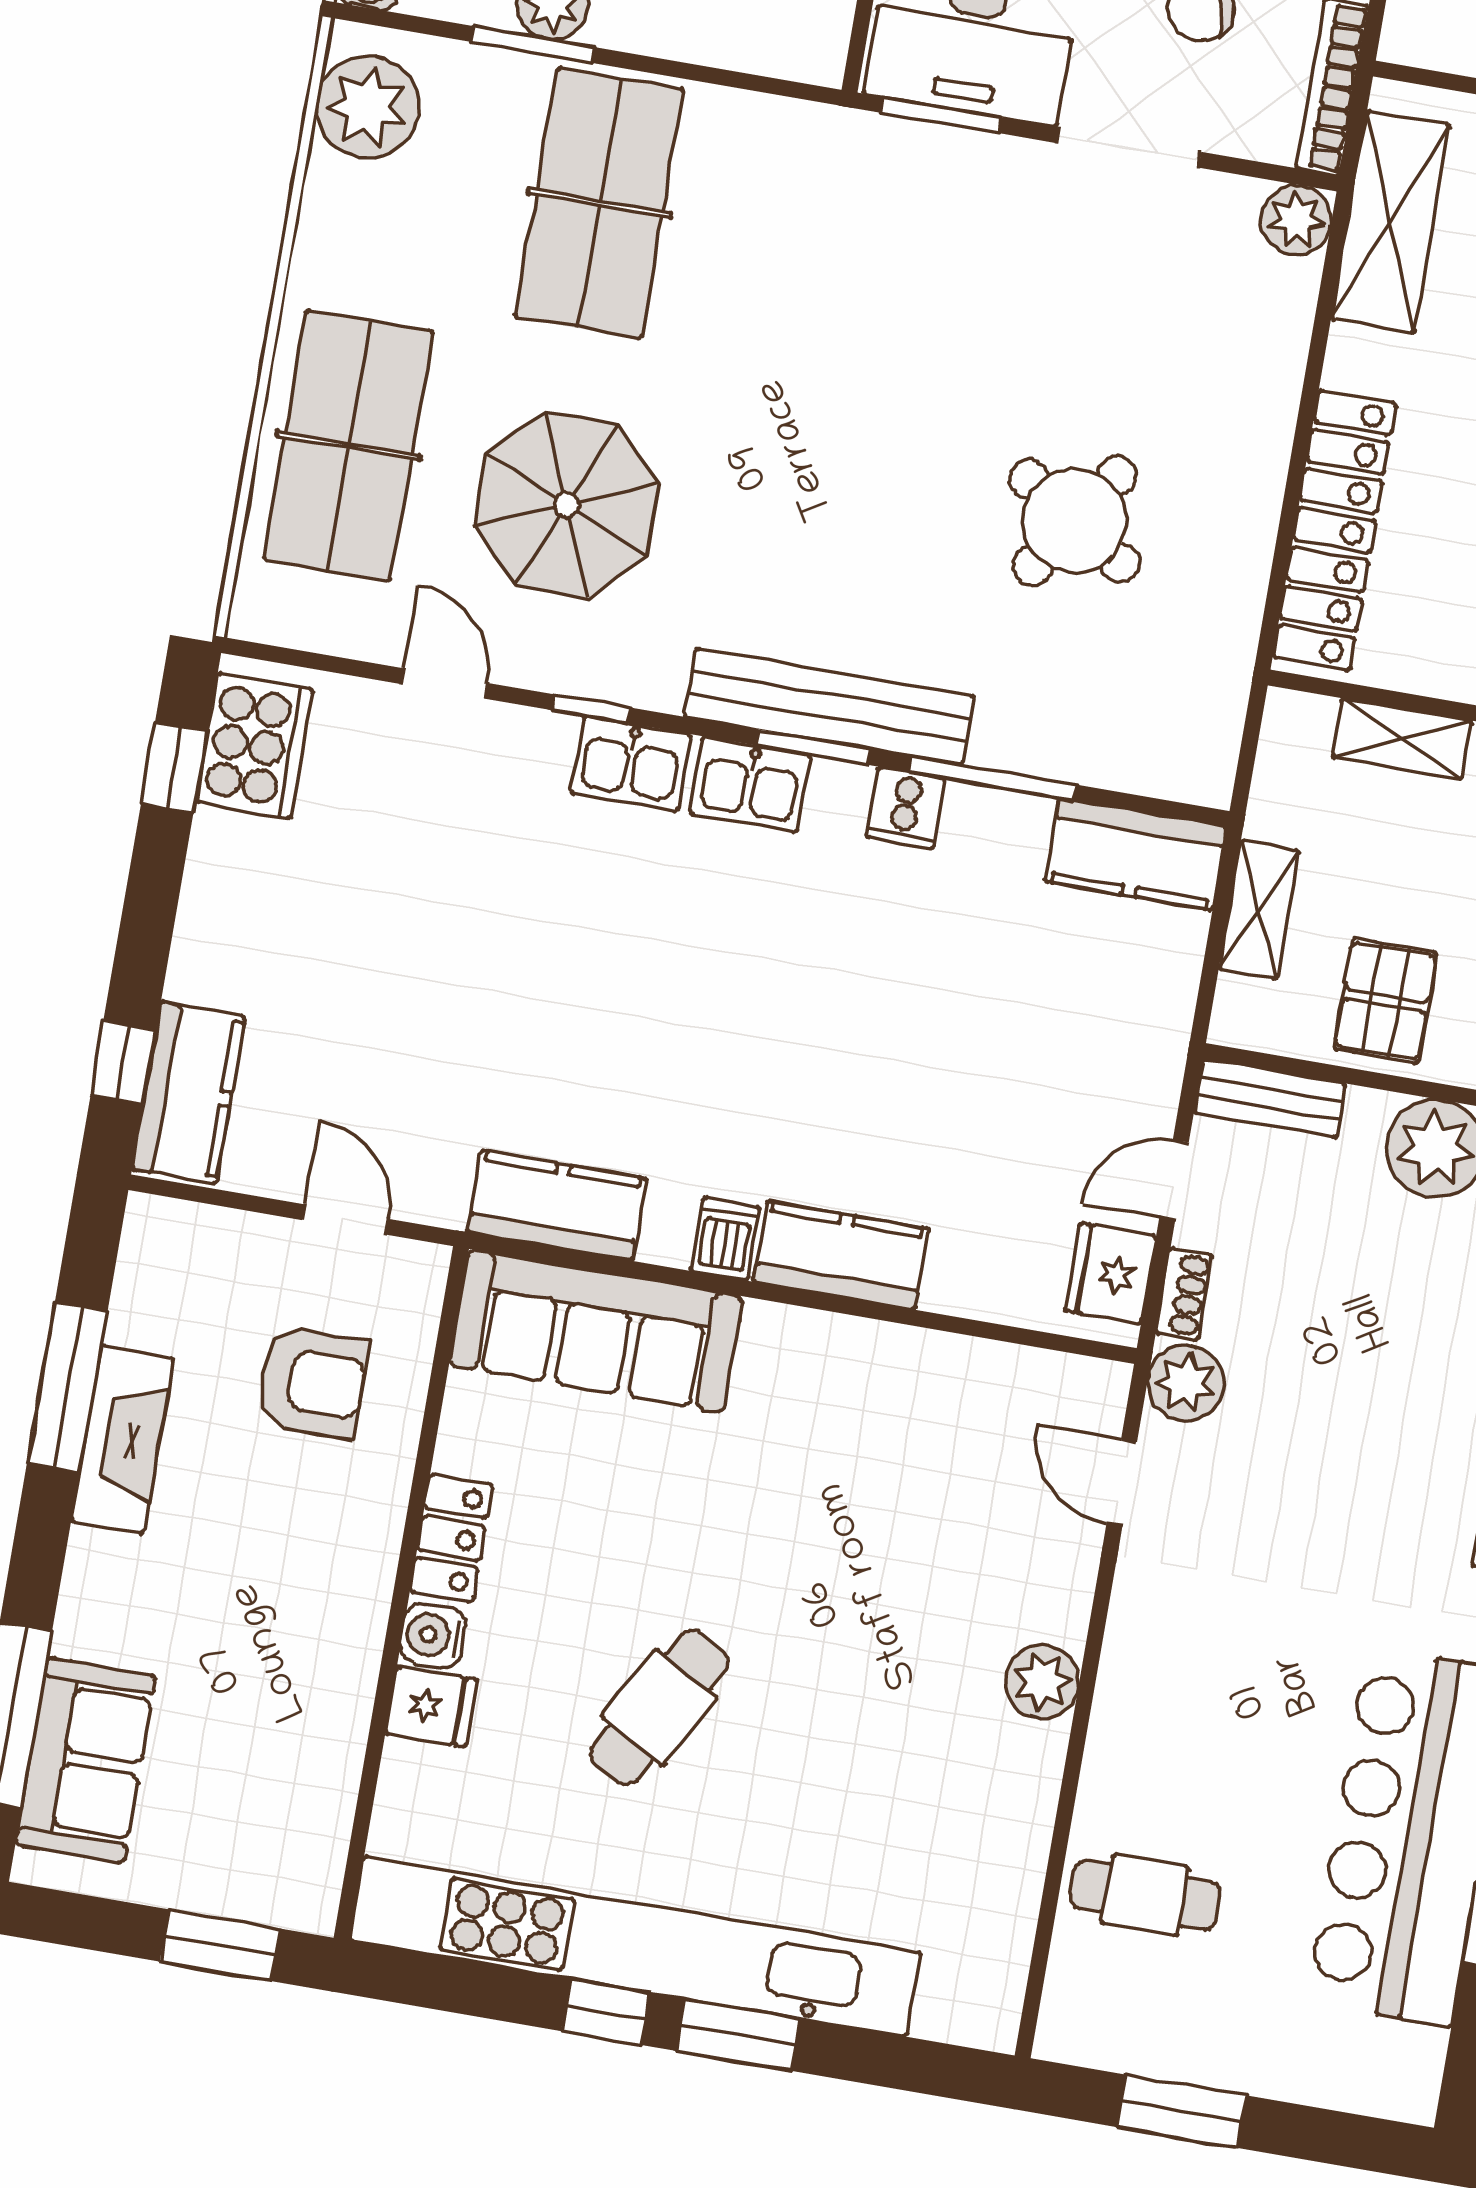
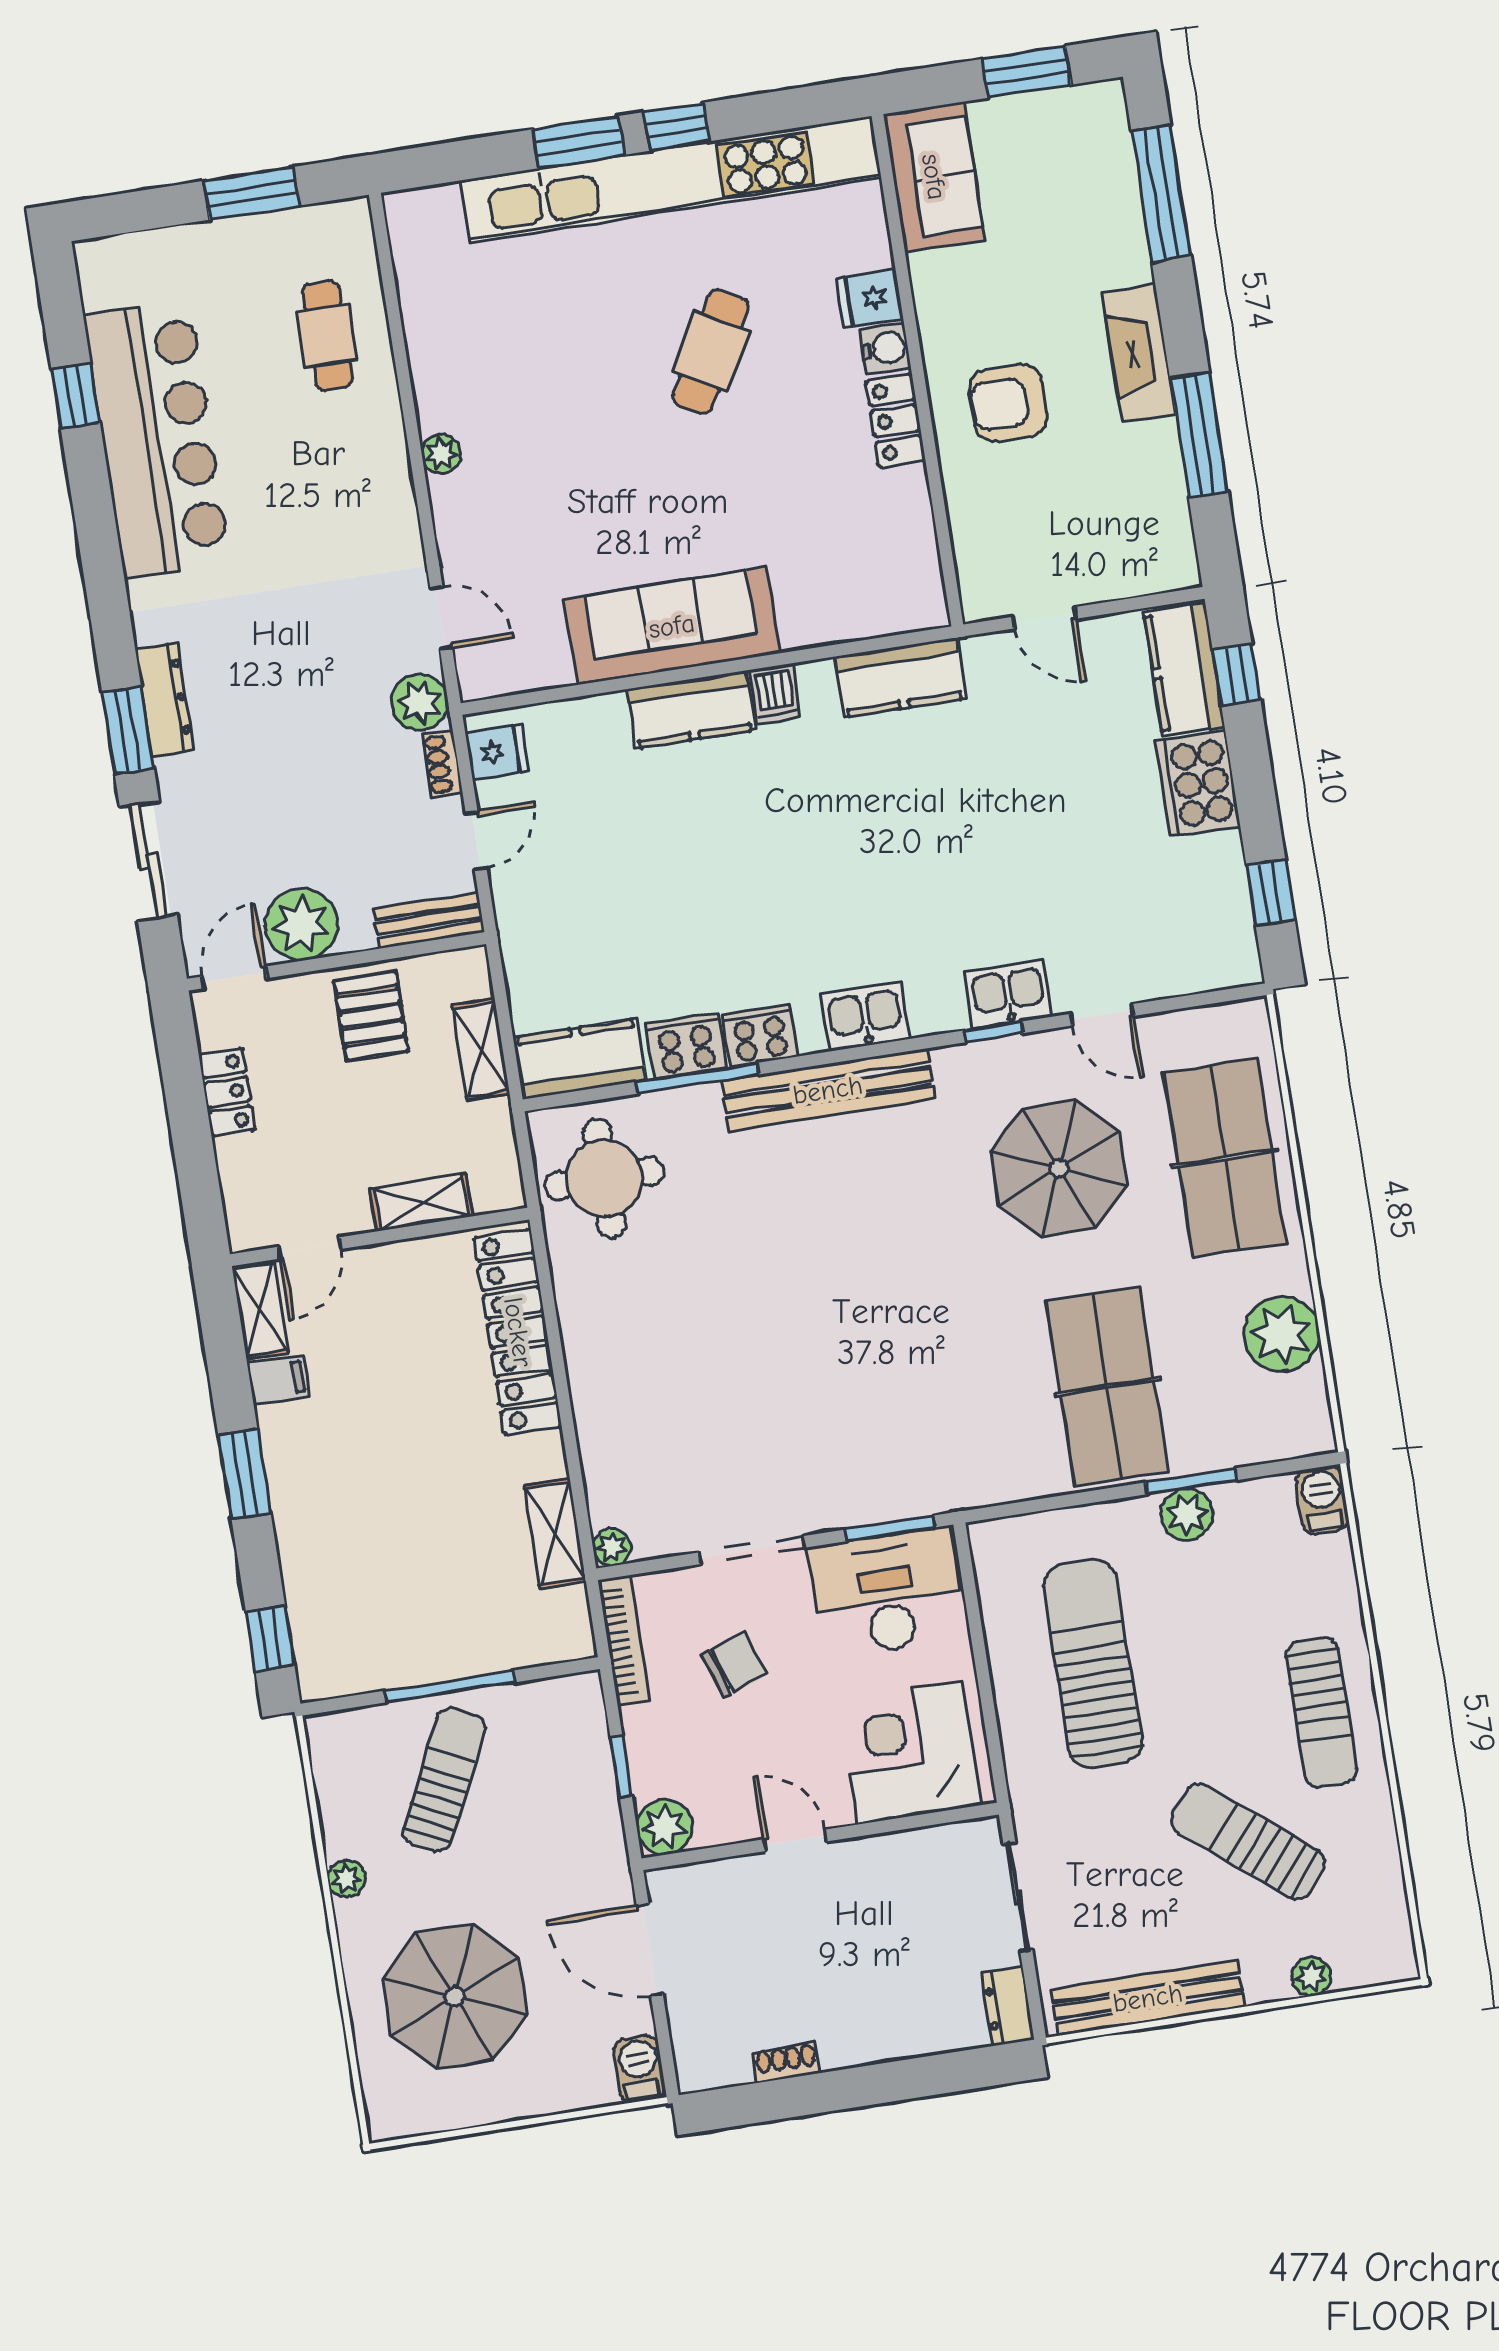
plant: (367, 107) -> (1282, 1334), moved
plant: (1296, 220) -> (612, 1547), width x0.73, depth x0.73
shelving: (1391, 222) -> (555, 1533), width x0.67, depth x0.75
round table: (1074, 521) -> (604, 1178), moved, turned -33
cooker: (254, 746) -> (1198, 784), moved
window: (813, 747) -> (830, 1057), removed
kitchen sink: (631, 764) -> (1008, 994), moved
cooker: (906, 808) -> (760, 1036), width x1.36
cooker: (993, 825) -> (686, 1046), added
fridge: (1111, 1273) -> (497, 752), width x0.72
sofa: (596, 1331) -> (672, 626), moved
armchair: (312, 1382) -> (1008, 403), moved
fireplace: (123, 1440) -> (1139, 353), moved
plant: (1042, 1682) -> (441, 454), width x0.73, depth x0.73
sofa: (86, 1760) -> (934, 177), moved, turned 180
cafe table: (1145, 1895) -> (327, 336), turned 90
window: (220, 1945) -> (1027, 72), moved

